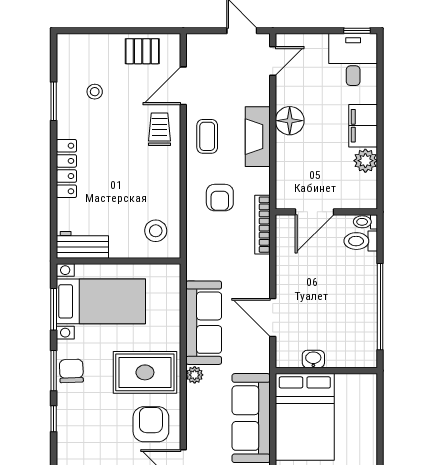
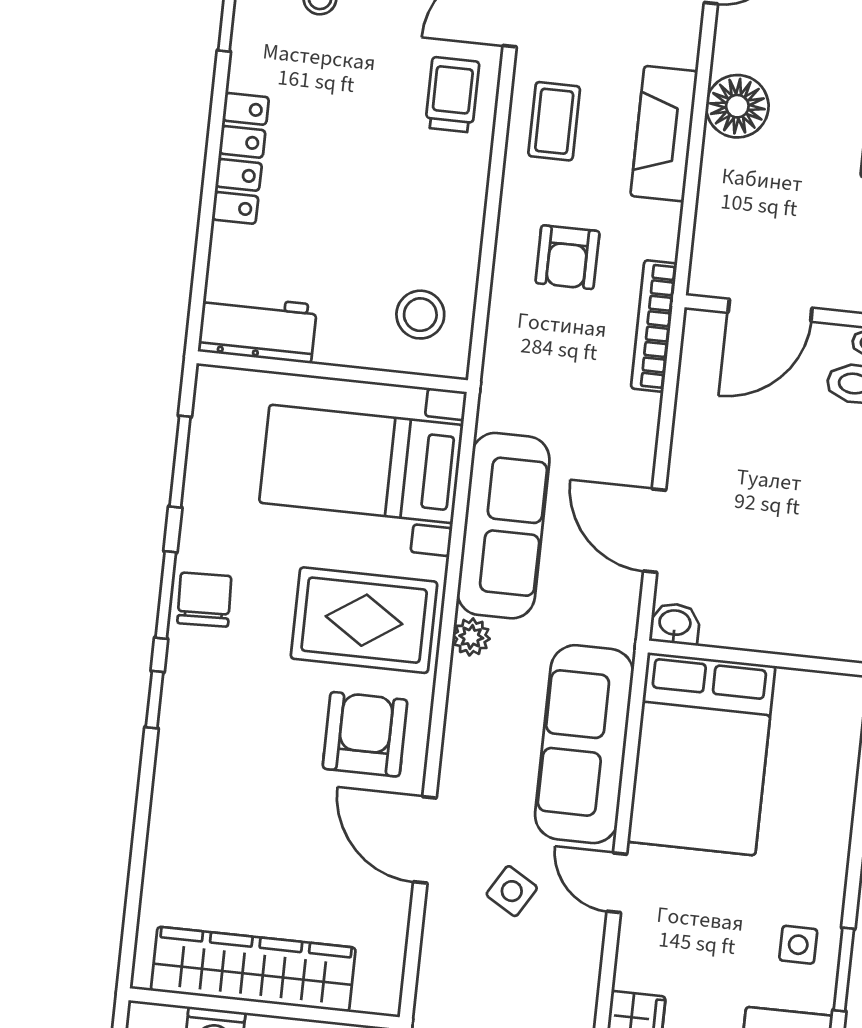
bed with nightstands: (101, 301) -> (361, 464), moved, turned 180
washbasin: (313, 359) -> (675, 624), moved

